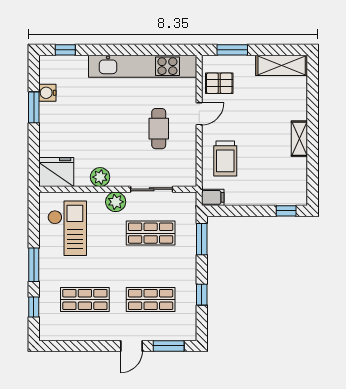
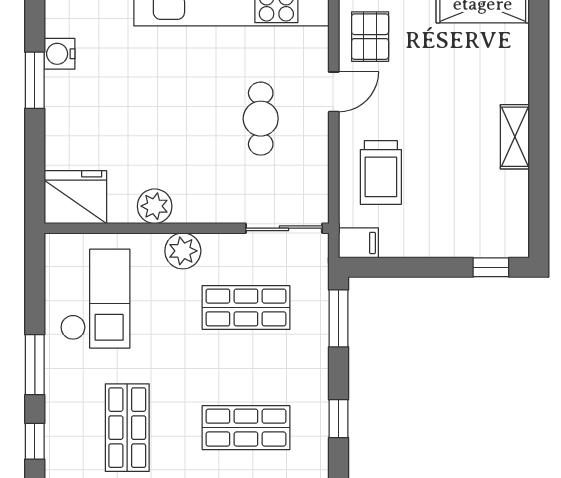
pallet: (219, 83) -> (370, 37), turned 90
sliding door: (152, 189) -> (284, 228), moved
shop shelf: (85, 300) -> (127, 428), turned 90

